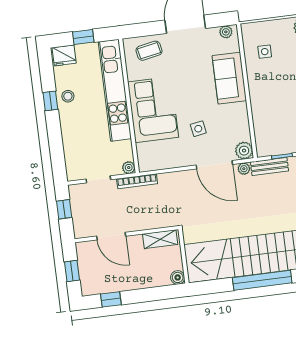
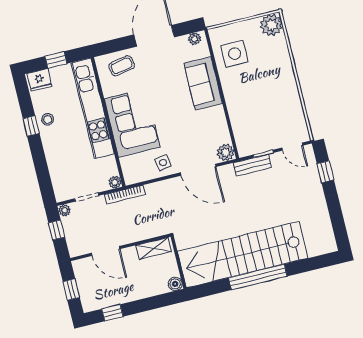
side table: (265, 52) -> (235, 54), width x1.87, depth x1.87
side table: (198, 129) -> (163, 163), moved
plant: (244, 169) -> (64, 210), moved

